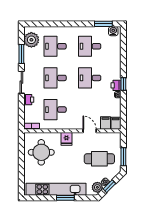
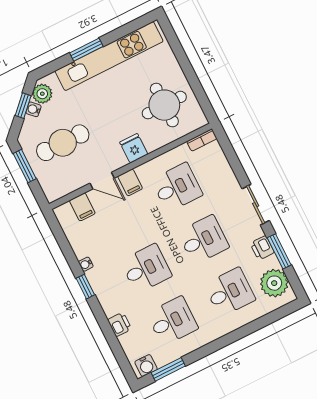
printer: (116, 85) -> (120, 324), moved
printer: (29, 100) -> (262, 248), moved
filing cabinet: (116, 123) -> (130, 182), moved

